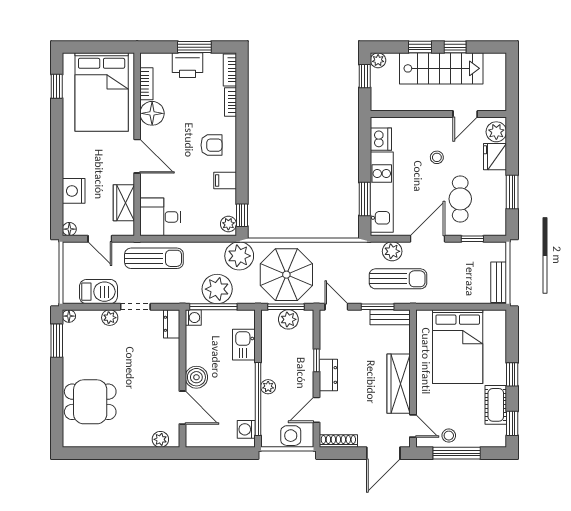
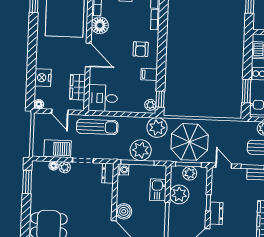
armchair: (211, 145) -> (141, 49), turned 90
floor lamp: (69, 316) -> (54, 166), moved
plant: (268, 387) -> (179, 194), moved, width x1.87, depth x1.87

